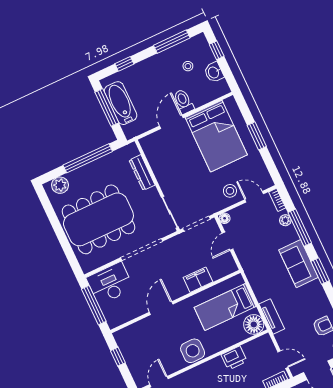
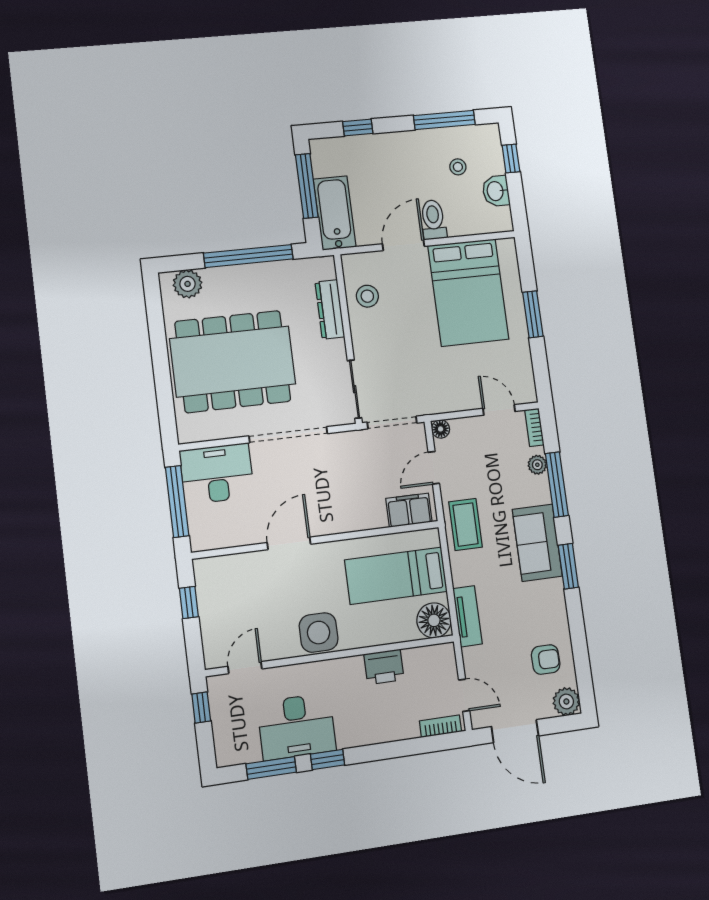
bathtub: (121, 103) -> (335, 213), moved
stool: (230, 191) -> (367, 296), moved
coffee table: (255, 267) -> (465, 524), added
filing cabinet: (198, 280) -> (409, 510), moved

